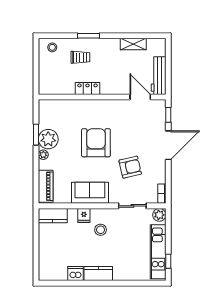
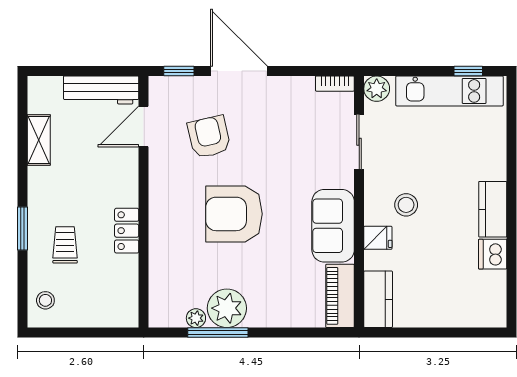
window: (36, 135) -> (218, 333), width x1.44
plant: (43, 155) -> (196, 318), moved
armchair: (130, 167) -> (209, 137), moved
piano: (46, 186) -> (340, 296), moved, turned -90

